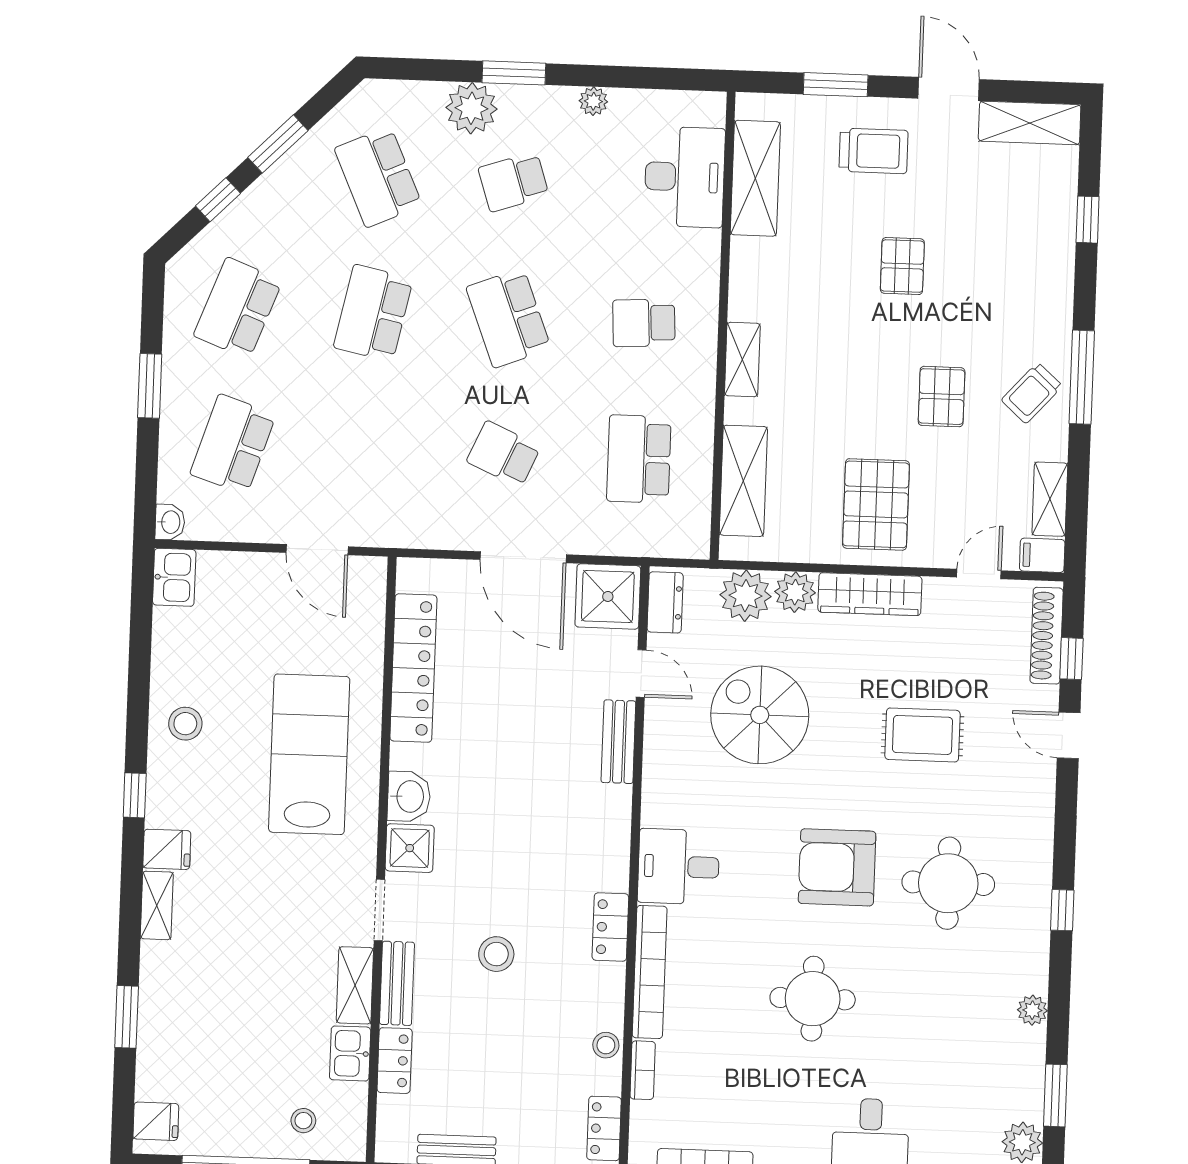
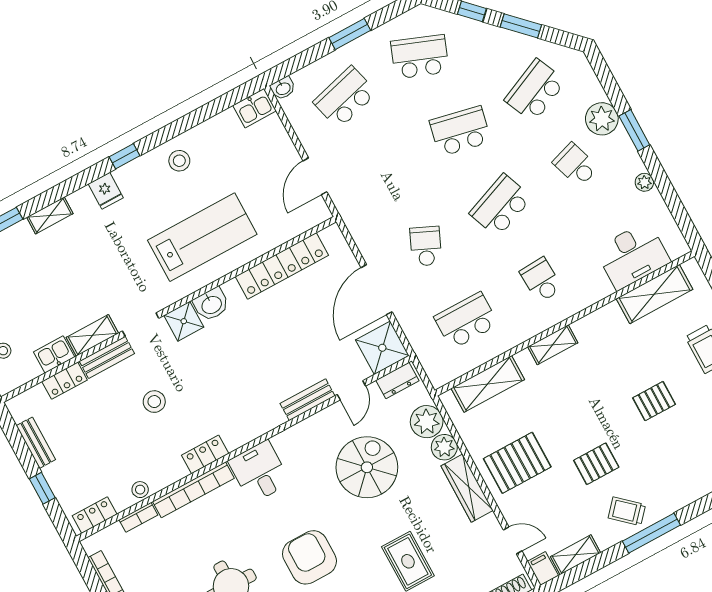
school desk: (233, 444) -> (345, 97), turned -33
shelving: (157, 905) -> (50, 215), moved

